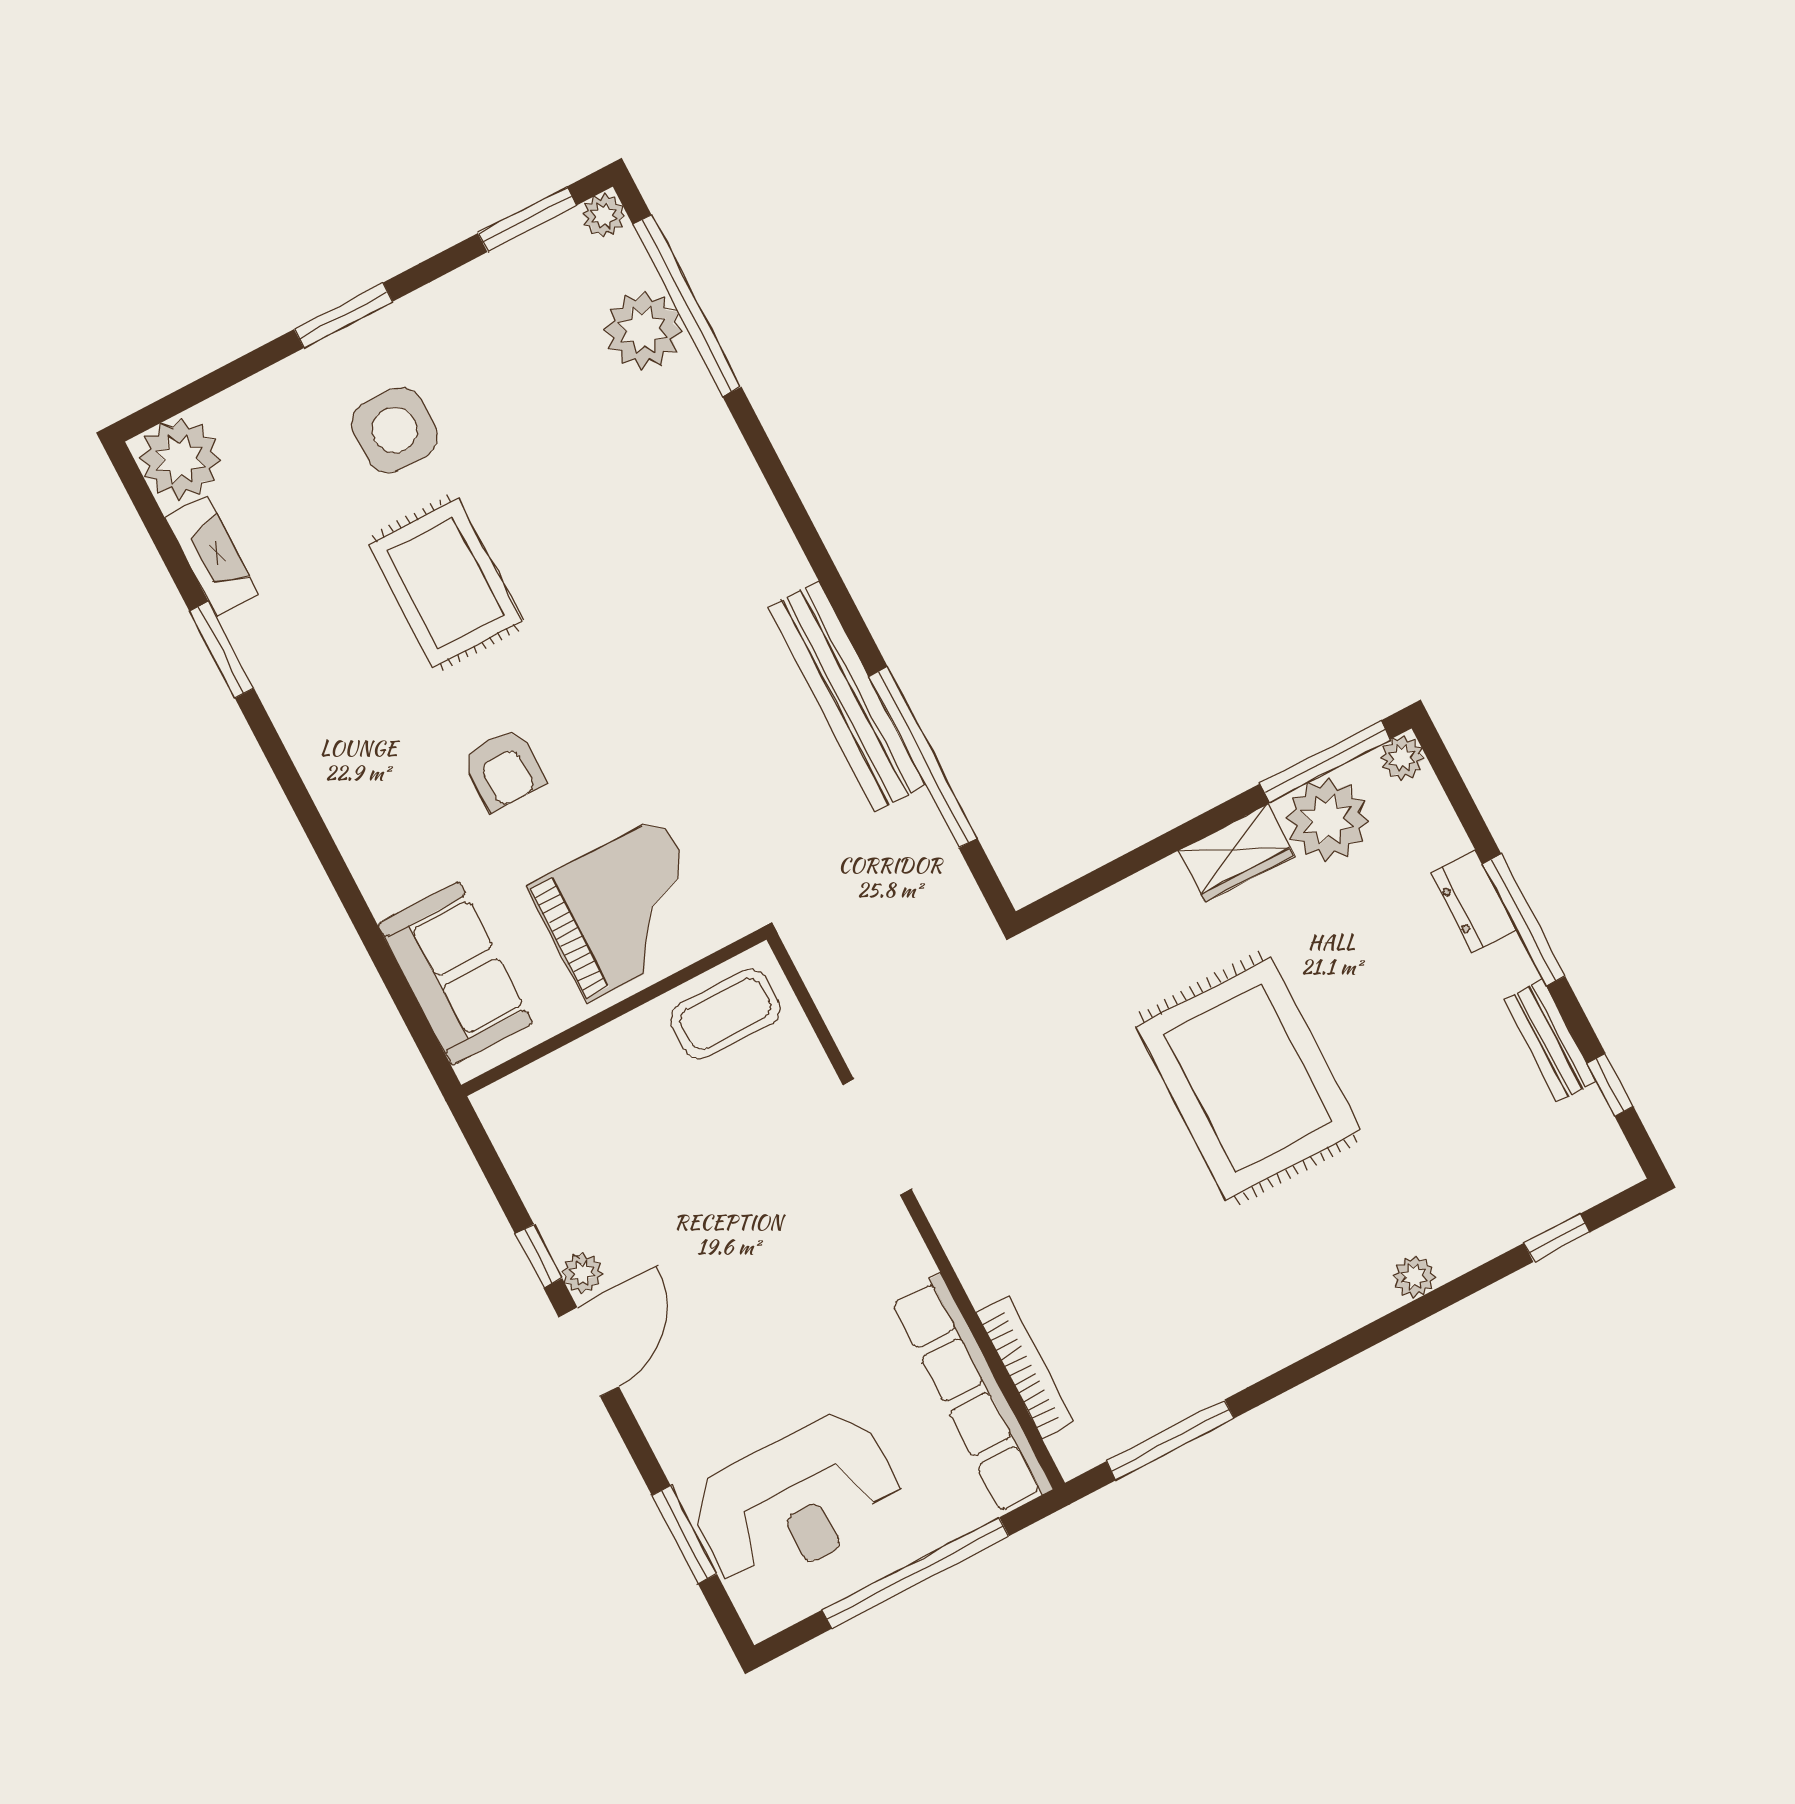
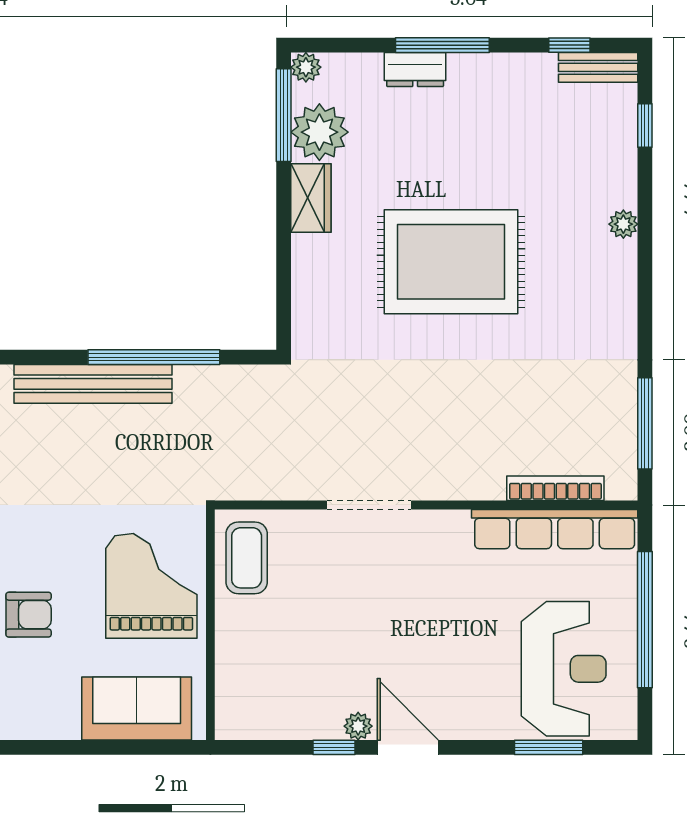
bench: (1550, 1041) -> (598, 67), moved

